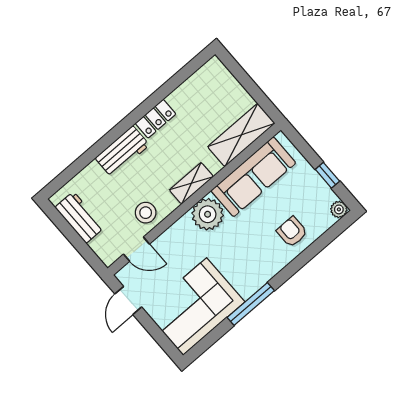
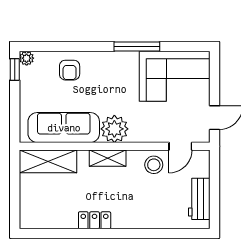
workbench: (122, 152) -> (135, 218), removed
window: (327, 175) -> (15, 70), moved
door: (136, 249) -> (180, 146), swing flipped

